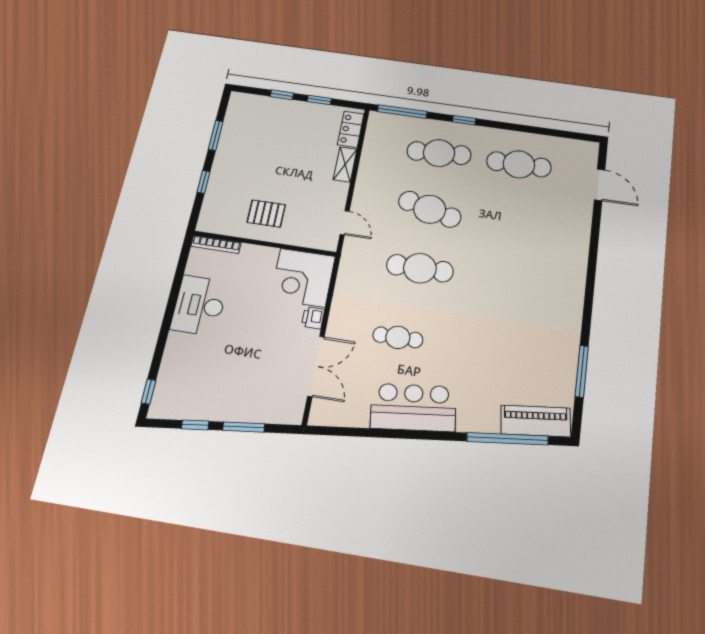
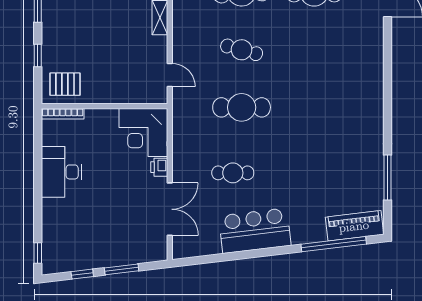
cafe table: (430, 209) -> (242, 50), width x0.73, depth x0.74
pallet: (266, 214) -> (65, 84), moved

